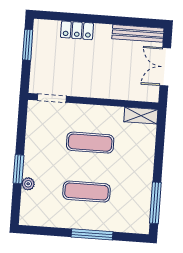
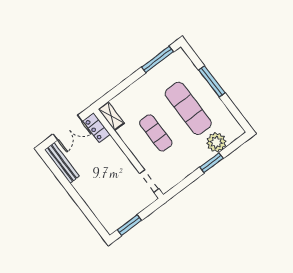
locker: (77, 30) -> (96, 128), moved, turned 180
plant: (28, 184) -> (216, 142), width x1.87, depth x1.87
exercise mat: (87, 192) -> (188, 108), width x1.36, depth x1.45

